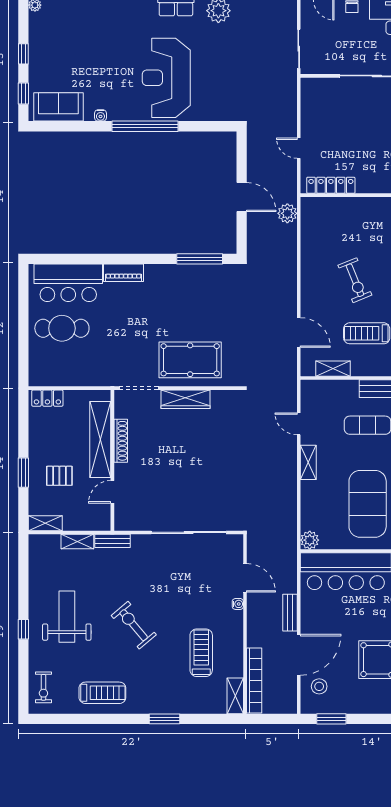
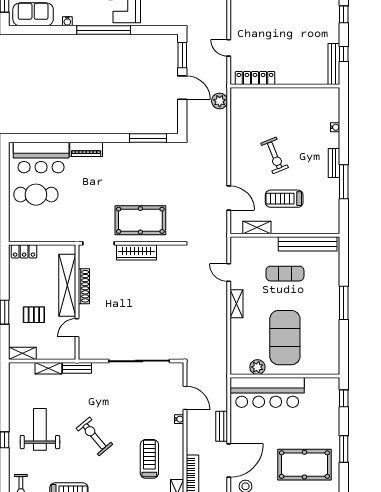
window: (242, 157) -> (182, 55), added
plant: (310, 540) -> (257, 367), moved

